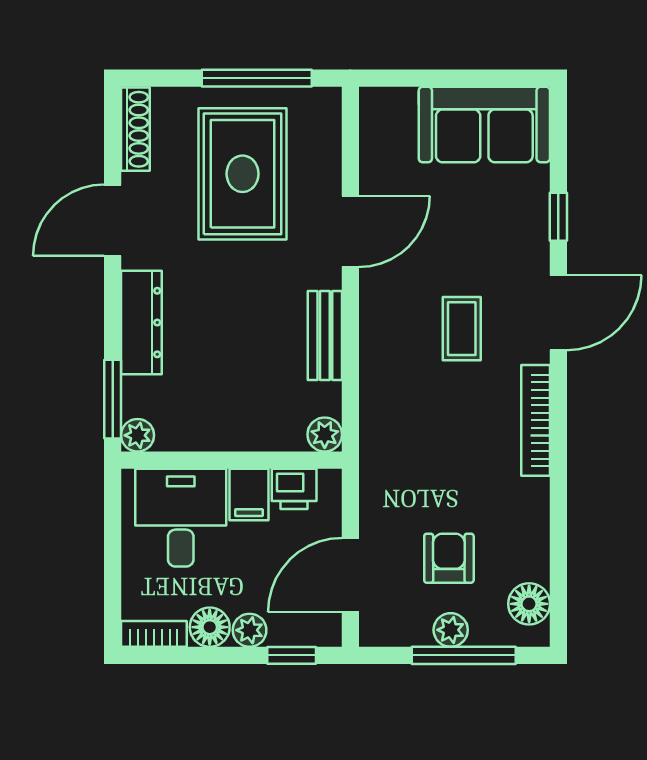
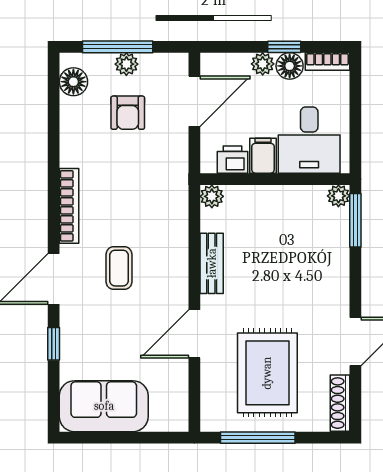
dresser: (141, 323) -> (336, 272), removed
window: (292, 655) -> (284, 47), moved

